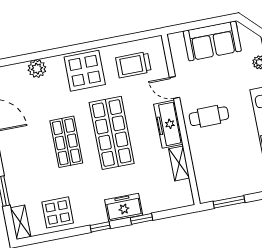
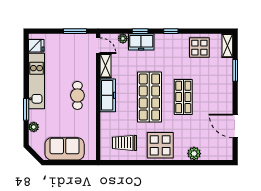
trolley: (133, 65) -> (124, 143), turned 180
door: (175, 87) -> (98, 46), moved
cafe table: (209, 116) -> (77, 95), turned 90
plant: (163, 205) -> (123, 39), added
freezer: (124, 207) -> (141, 42), moved

